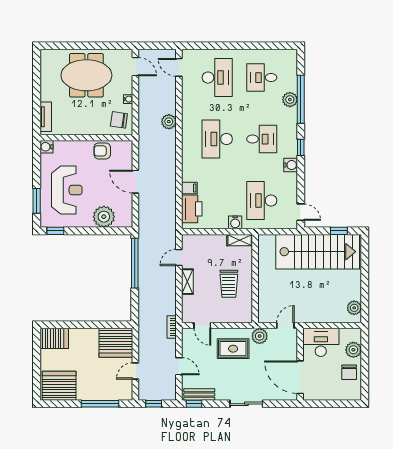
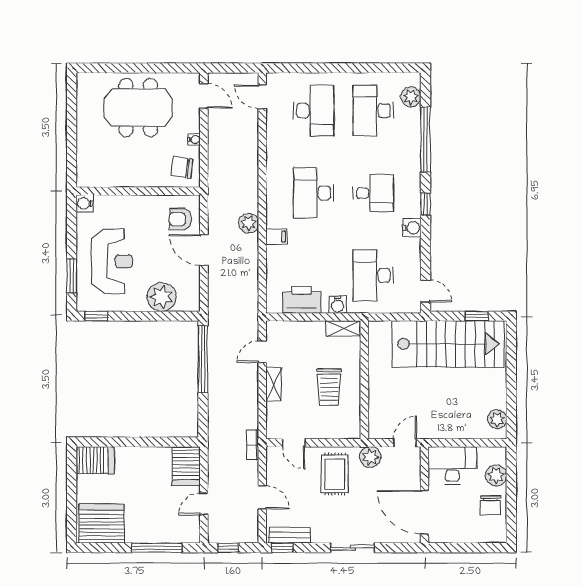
desk: (262, 78) -> (373, 111), width x1.37
plant: (290, 100) -> (411, 97), moved
tv unit: (46, 117) -> (84, 163), removed
plant: (169, 122) -> (249, 223), moved
armchair: (102, 151) -> (181, 219), moved
filing cabinet: (189, 188) -> (276, 236), moved
printer: (192, 209) -> (302, 300), moved, turned -90
server rack: (116, 343) -> (186, 466), width x0.63
rug: (233, 349) -> (335, 474), turned 90

